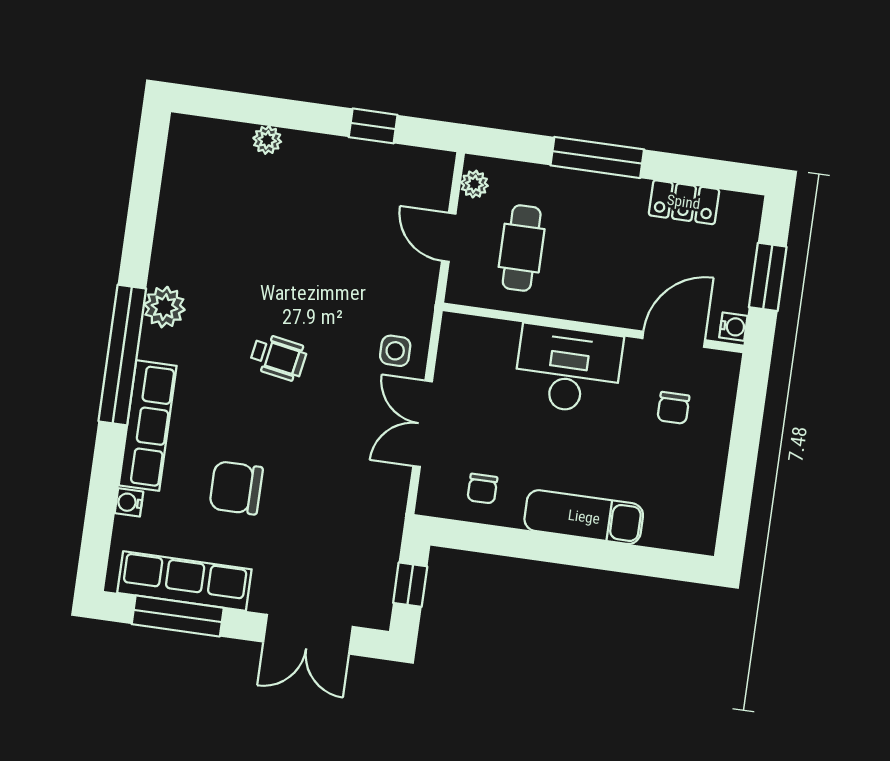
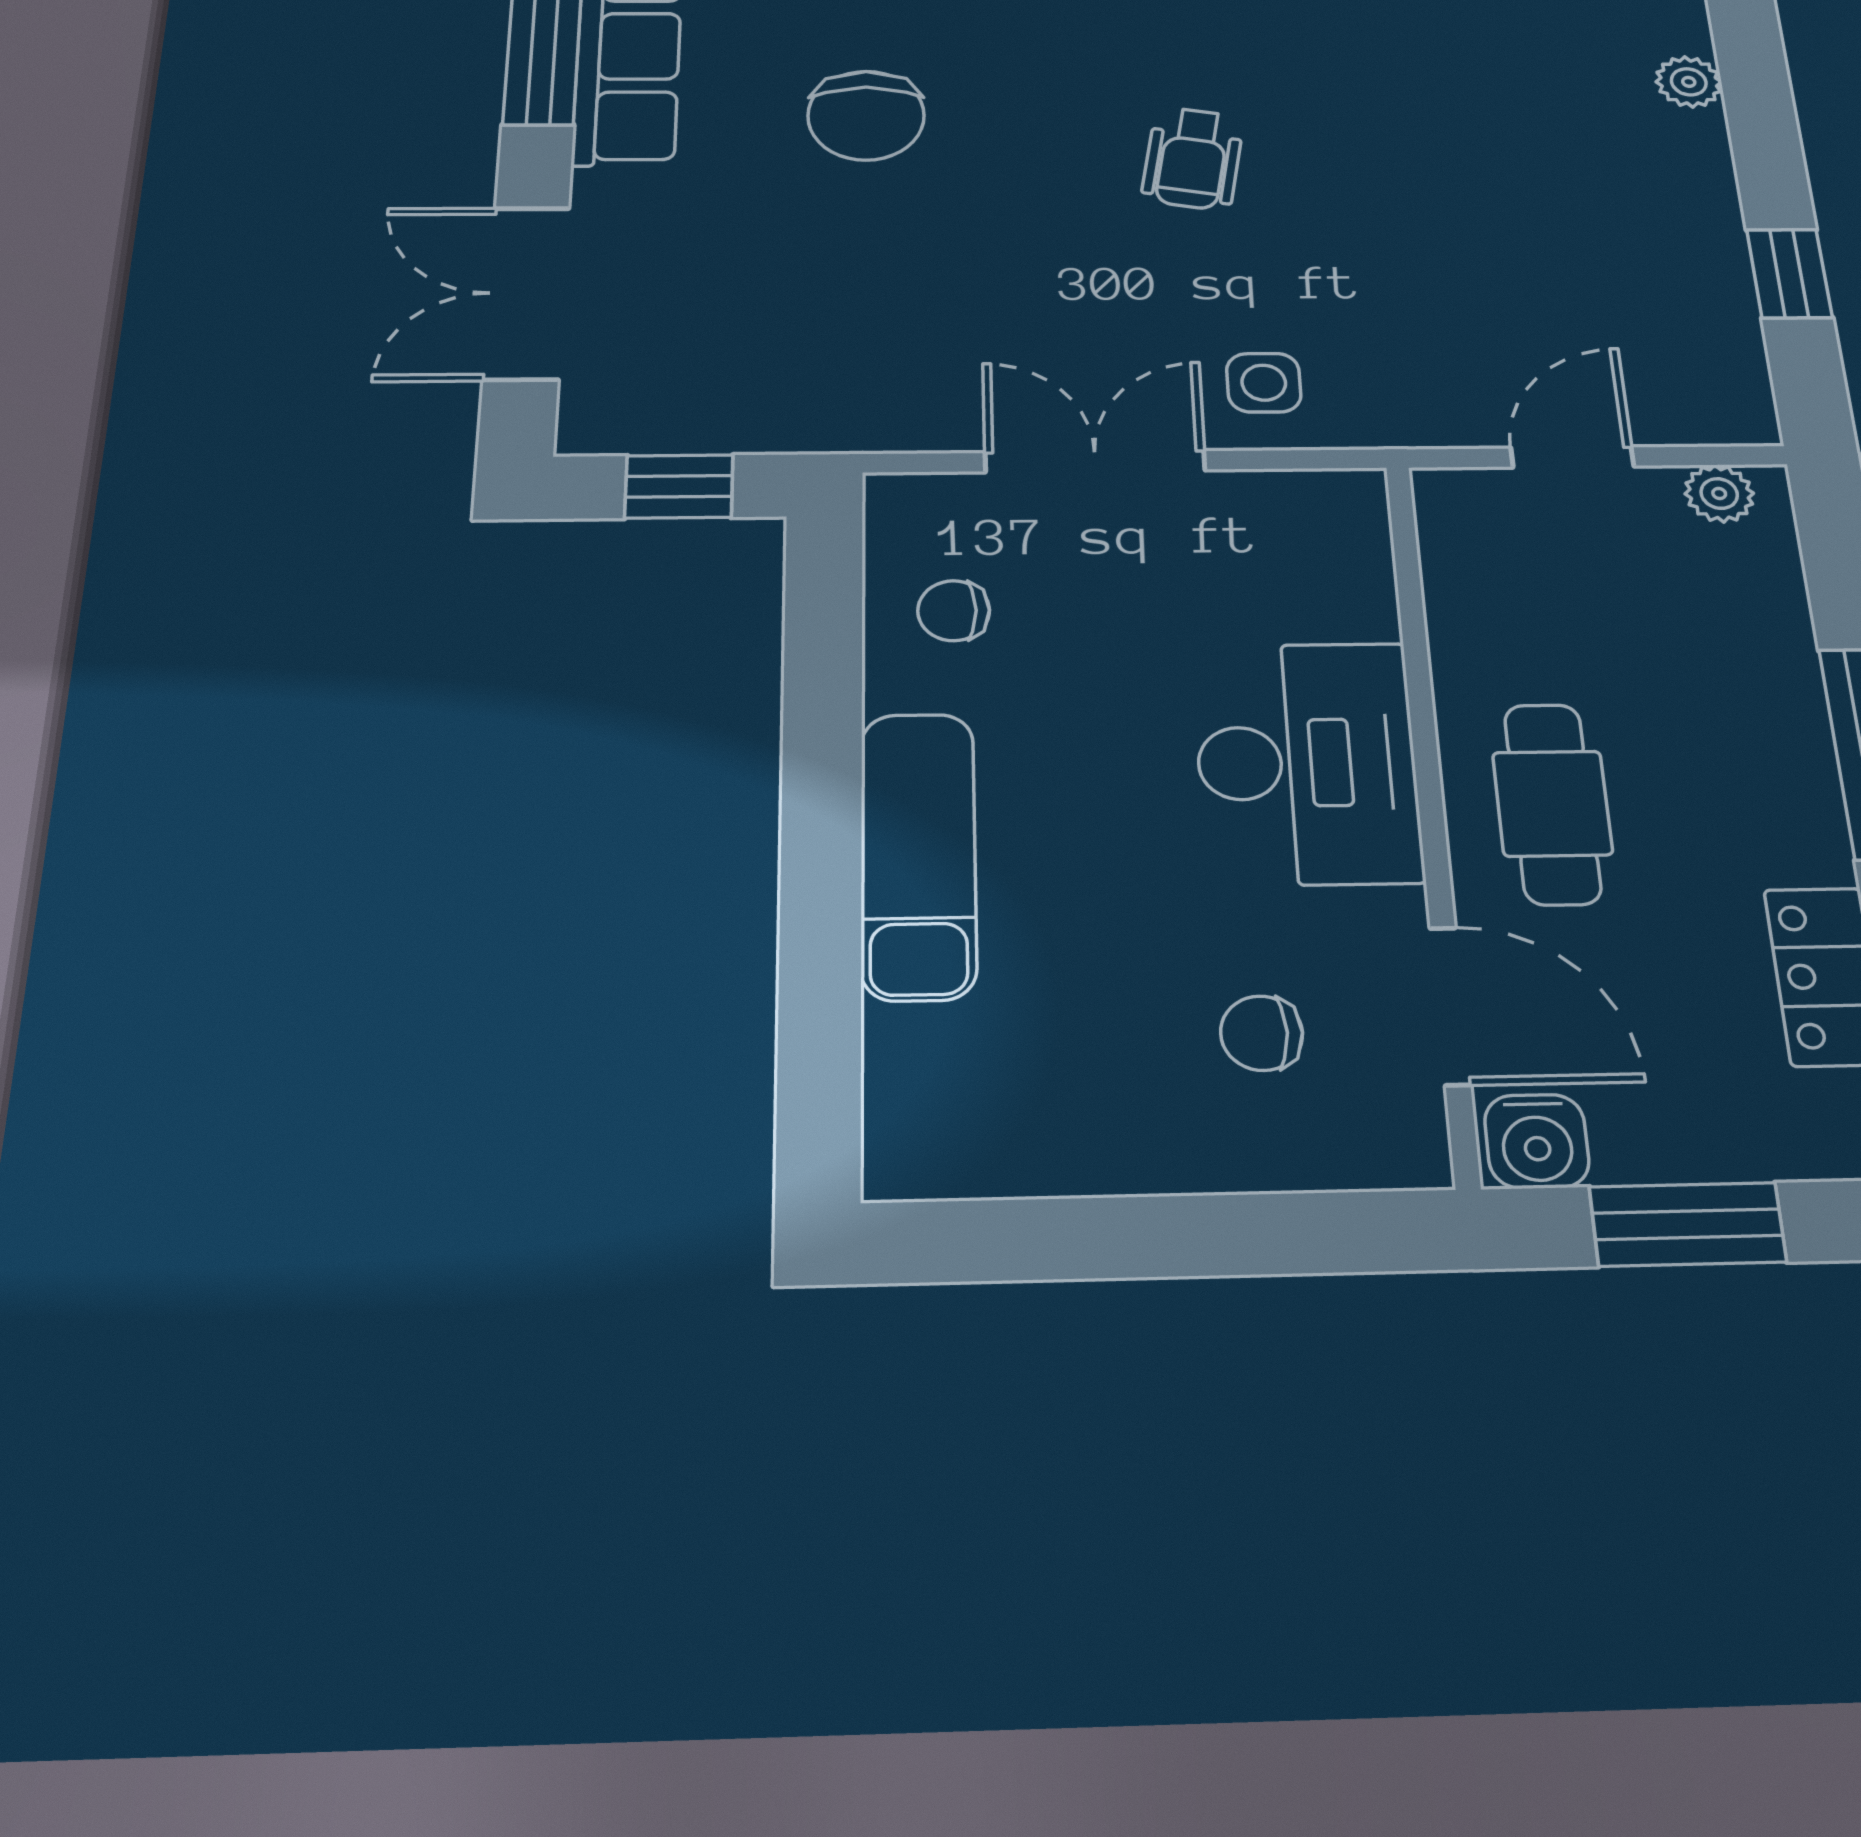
cafe table: (522, 248) -> (1552, 803), moved, turned 90
water cooler: (733, 327) -> (1537, 1141), width x1.38, depth x1.38
chair: (236, 488) -> (866, 116), turned 180

